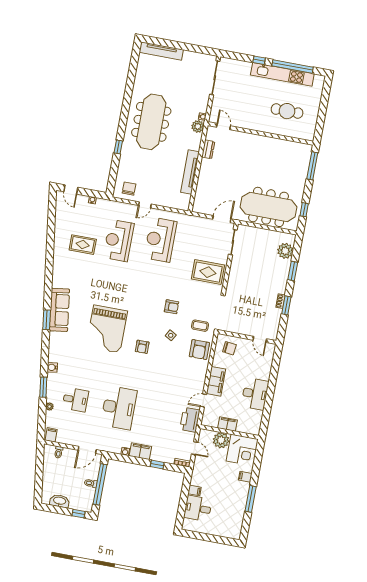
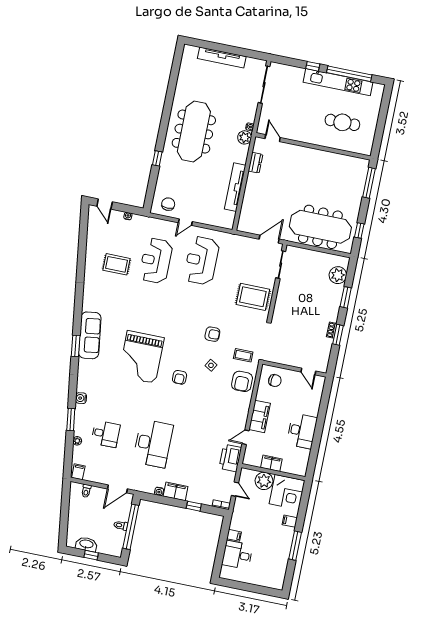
tv unit: (161, 51) -> (222, 58), moved
window: (79, 514) -> (91, 555), moved

